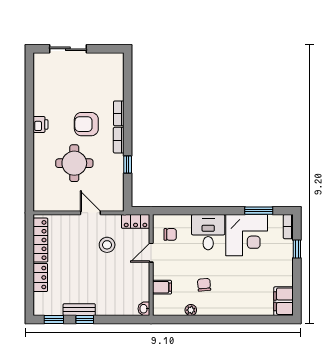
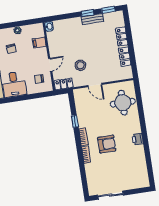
sliding door: (68, 49) -> (111, 195), moved
round table: (74, 163) -> (123, 103), moved
locker: (40, 240) -> (125, 57), width x0.66

